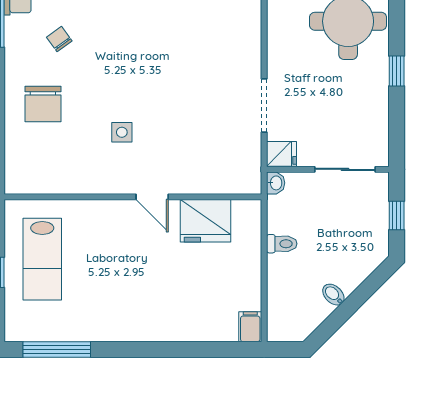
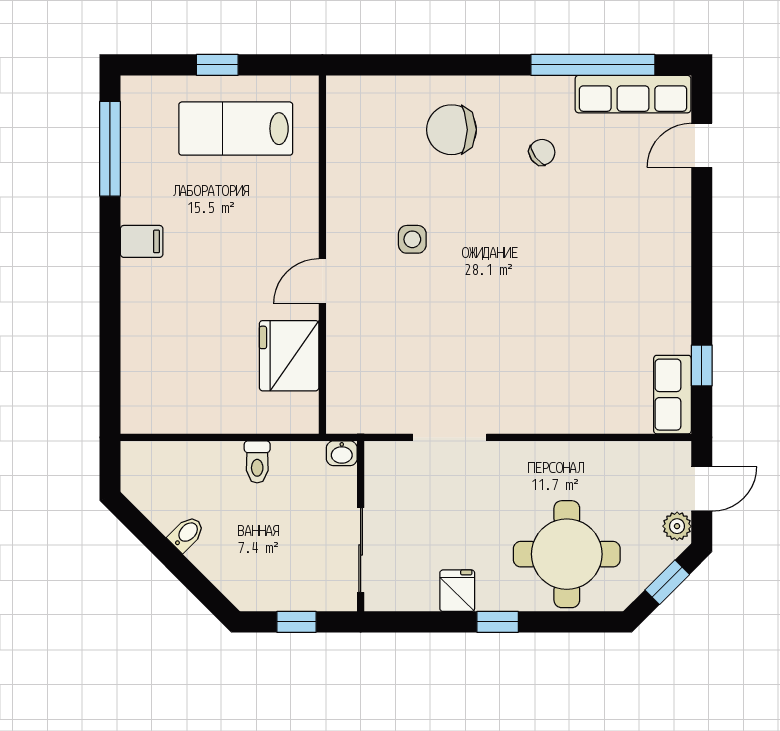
fridge: (282, 154) -> (457, 591), moved, turned 180
filing cabinet: (250, 327) -> (142, 241), moved

